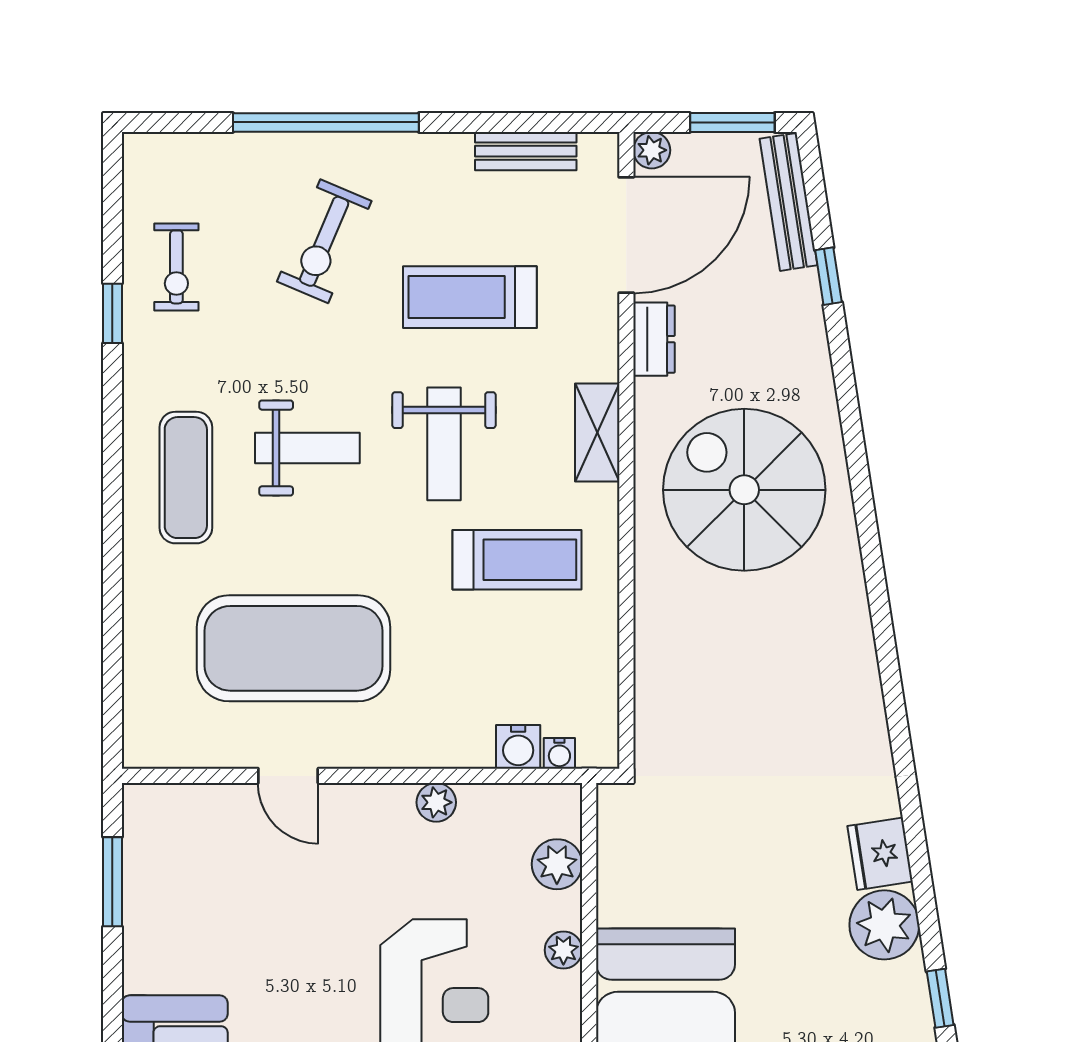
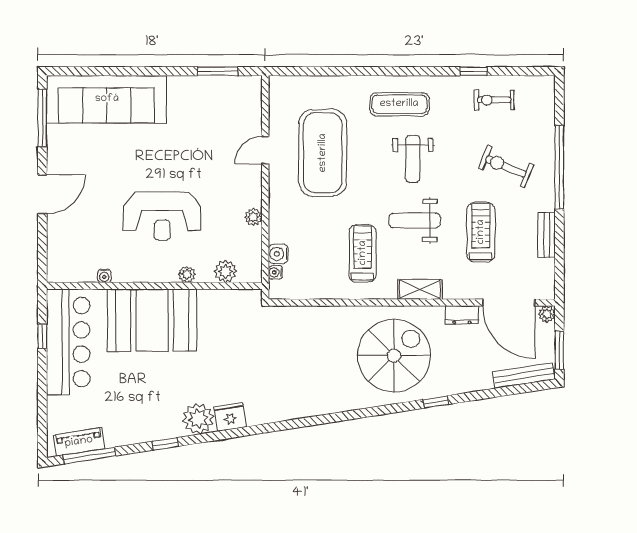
bench: (526, 151) -> (546, 235), moved
window: (828, 276) -> (436, 402), moved
treadmill: (517, 560) -> (363, 253), turned 180

